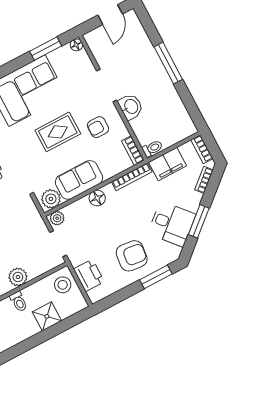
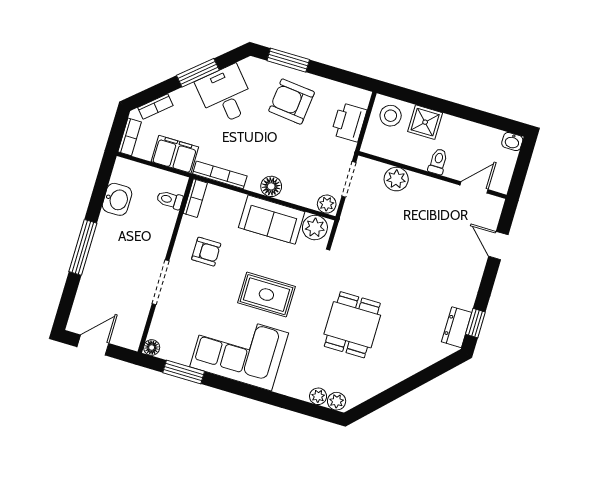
washbasin: (131, 107) -> (117, 199), moved, turned 180
rug: (58, 132) -> (266, 295), moved
toilet: (152, 148) -> (170, 200), moved
plant: (18, 277) -> (396, 179), moved
stool: (63, 285) -> (391, 116), moved

